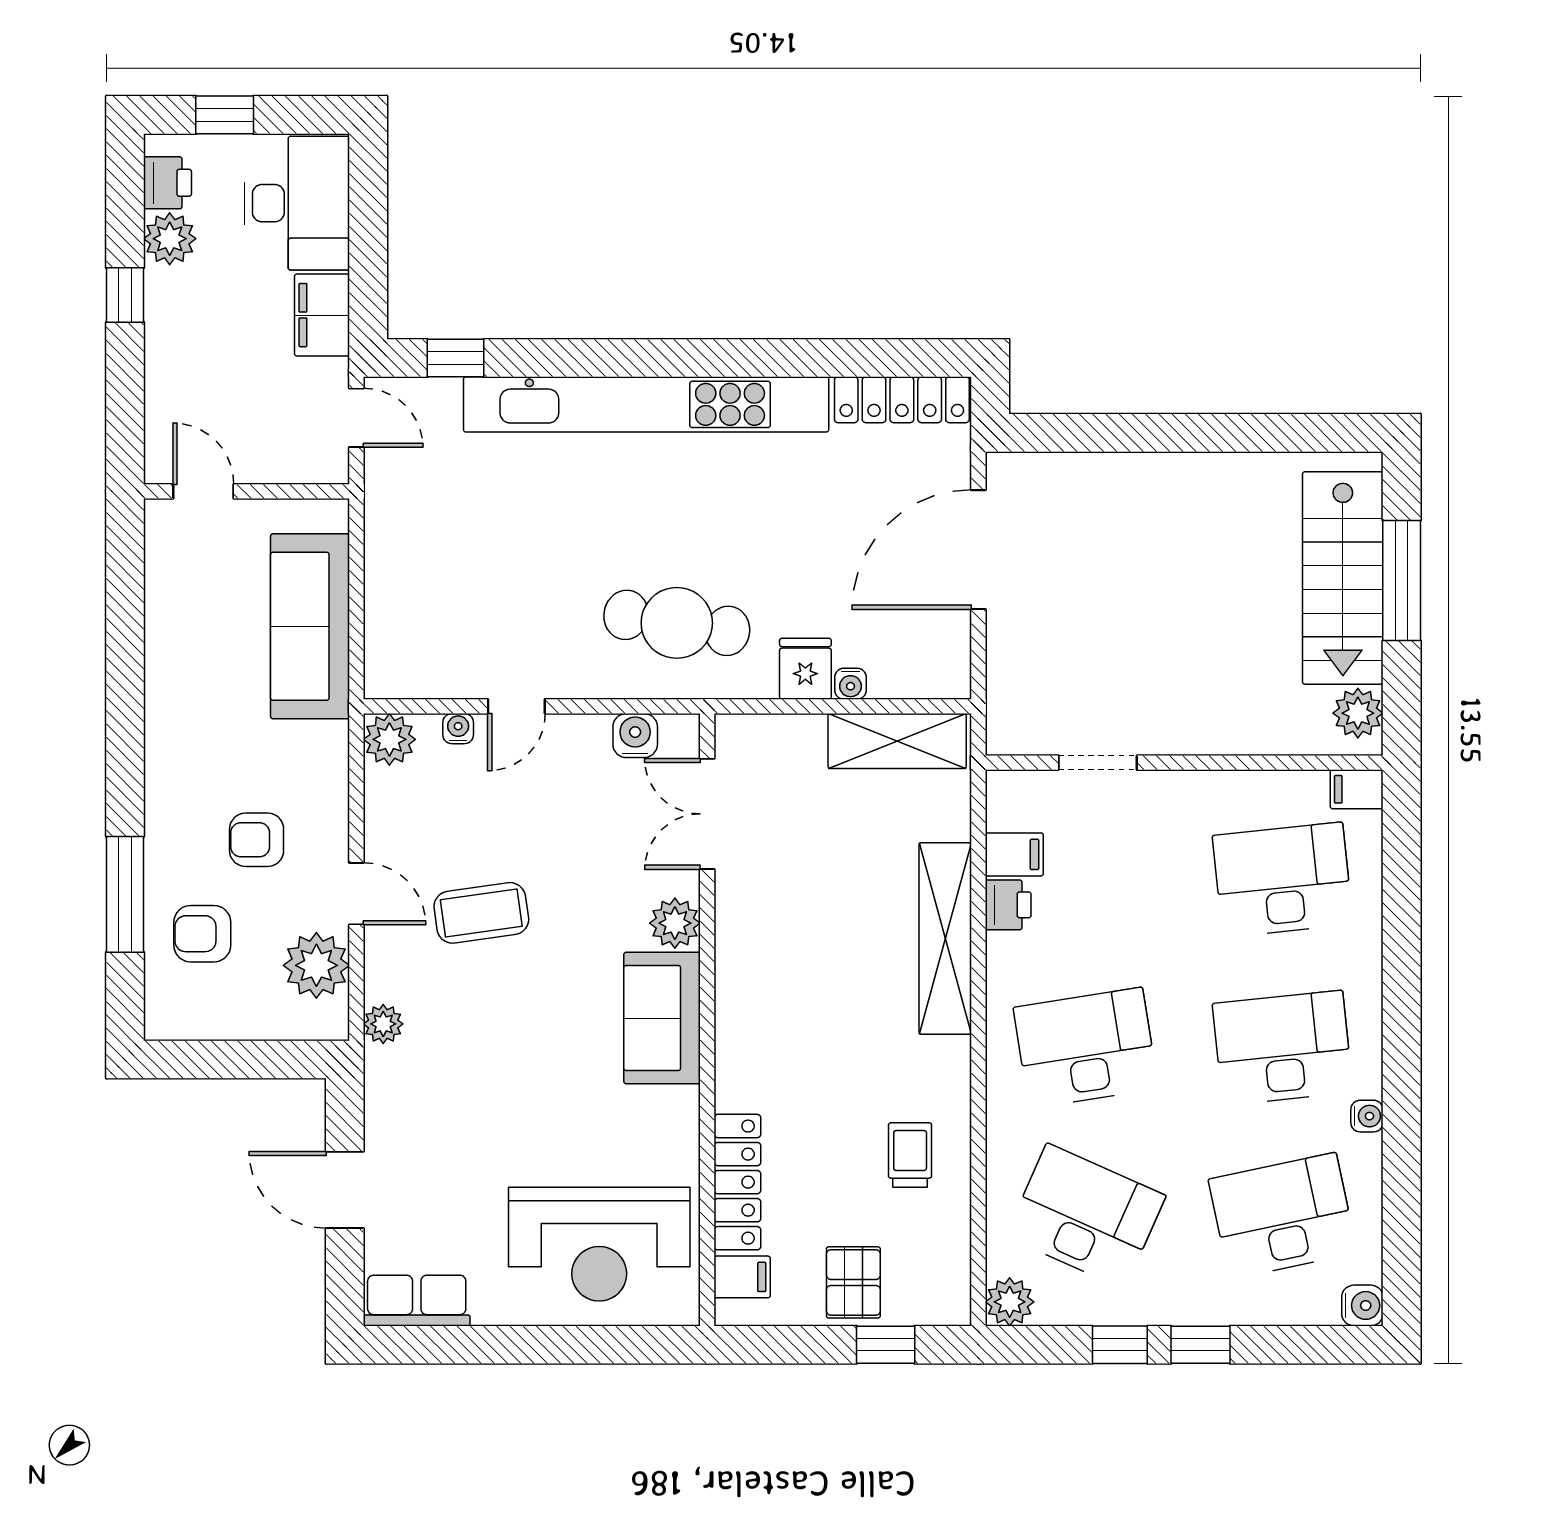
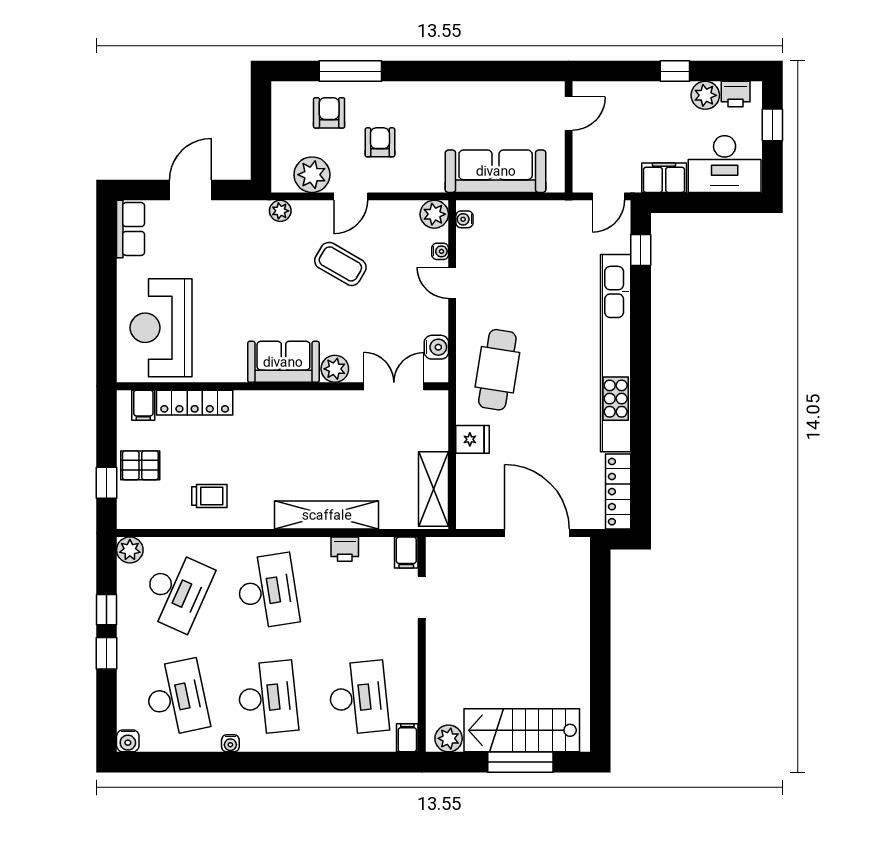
water cooler: (850, 684) -> (464, 219), moved
filing cabinet: (1014, 854) -> (406, 552), moved
coffee table: (481, 913) -> (340, 264), turned -52

